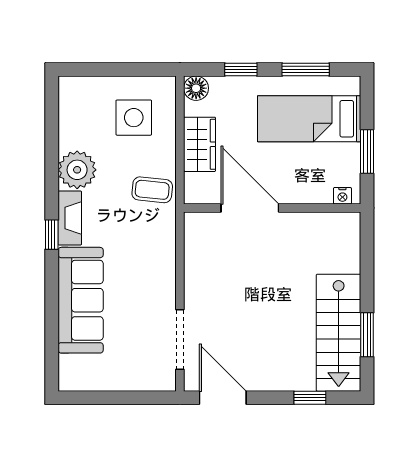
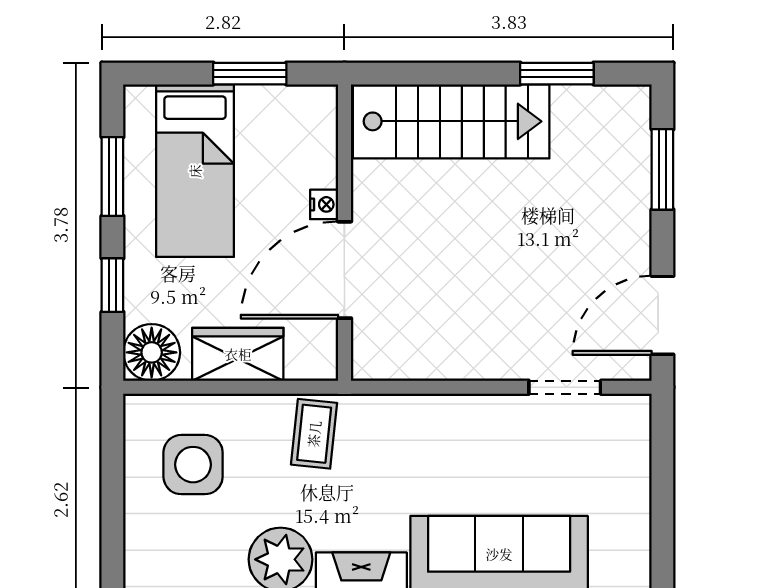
floor lamp: (196, 88) -> (152, 352), width x1.38, depth x1.38
nightstand: (342, 196) -> (324, 204), moved
stairs: (339, 333) -> (451, 121), moved
doorway: (180, 339) -> (565, 387), width x0.73
window: (310, 398) -> (662, 169), width x1.50

